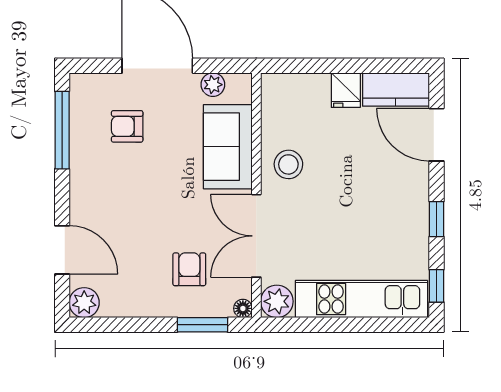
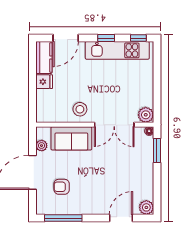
armchair: (127, 126) -> (62, 187), turned 90
armchair: (189, 269) -> (130, 157), removed
kitchen unit: (361, 299) -> (117, 50), moved, turned -90

